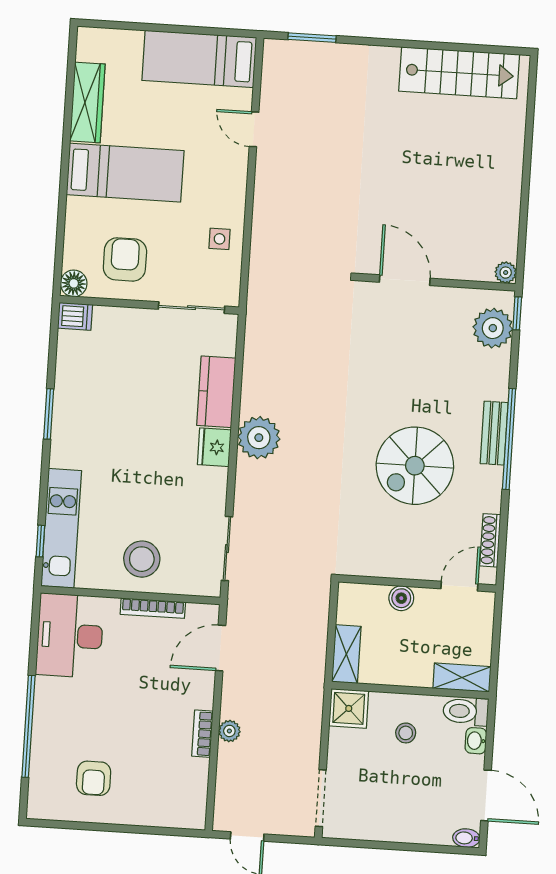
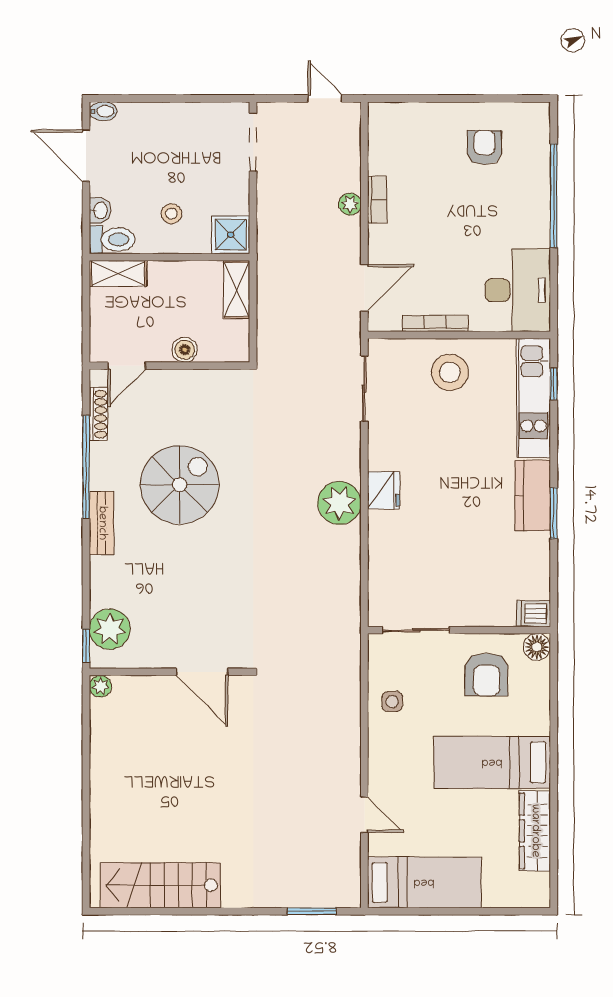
kitchen counter: (216, 392) -> (533, 496), moved, turned 180
window: (509, 439) -> (86, 467), moved

